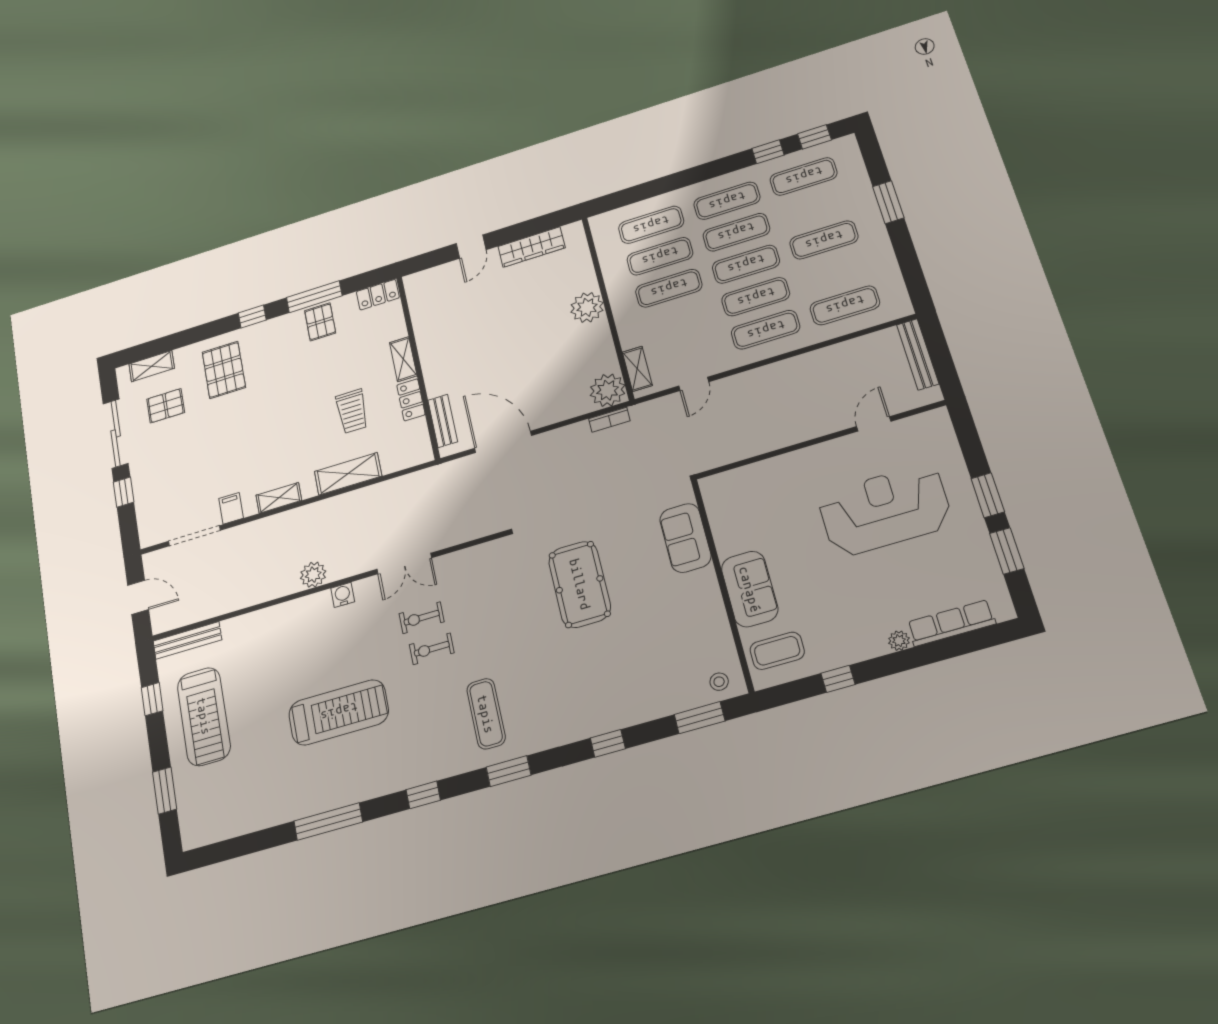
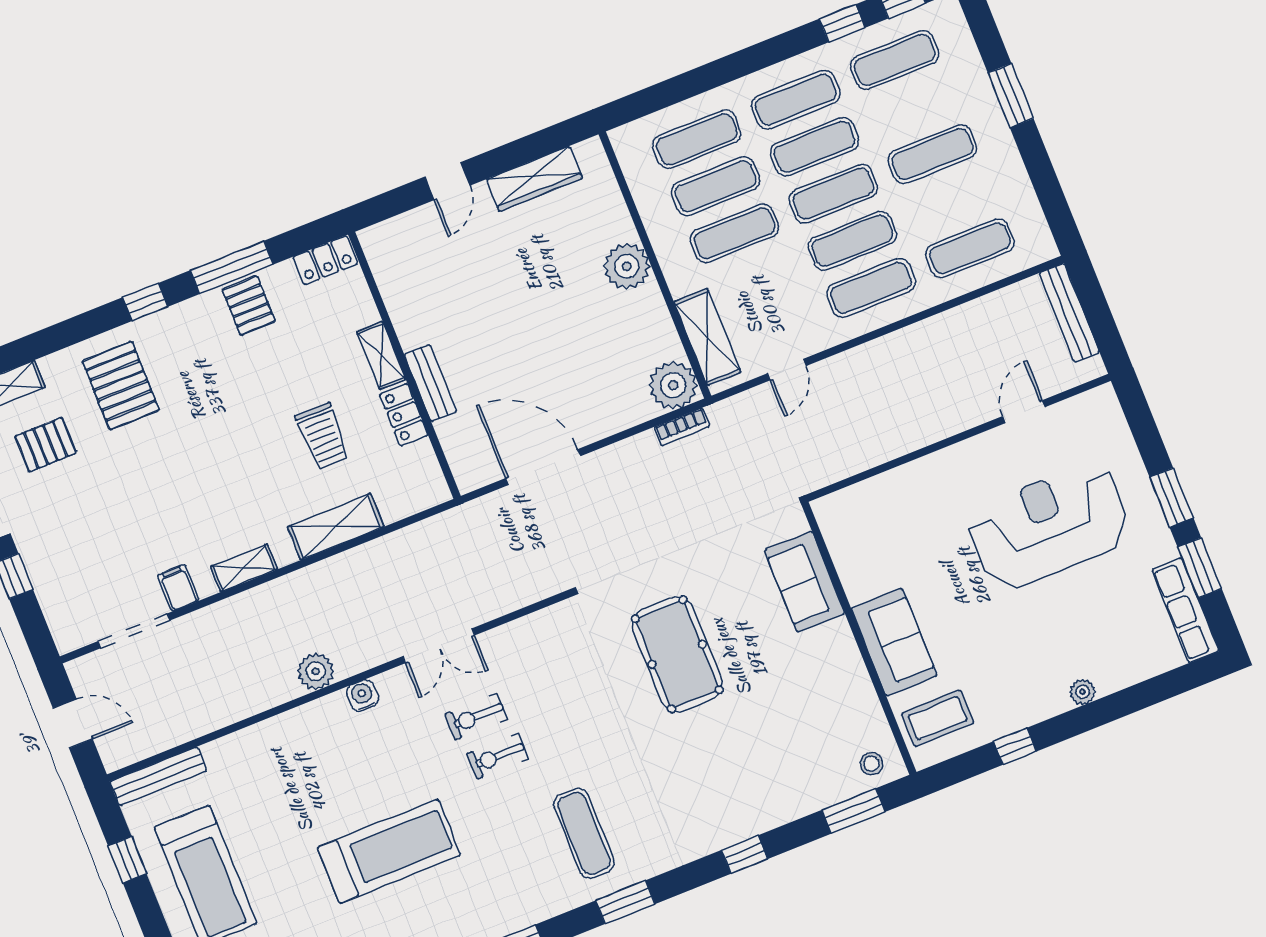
shelving: (637, 369) -> (707, 337), width x1.50, depth x1.33
bench: (443, 421) -> (430, 383), moved
row of seats: (951, 623) -> (1185, 610), moved, turned -90

